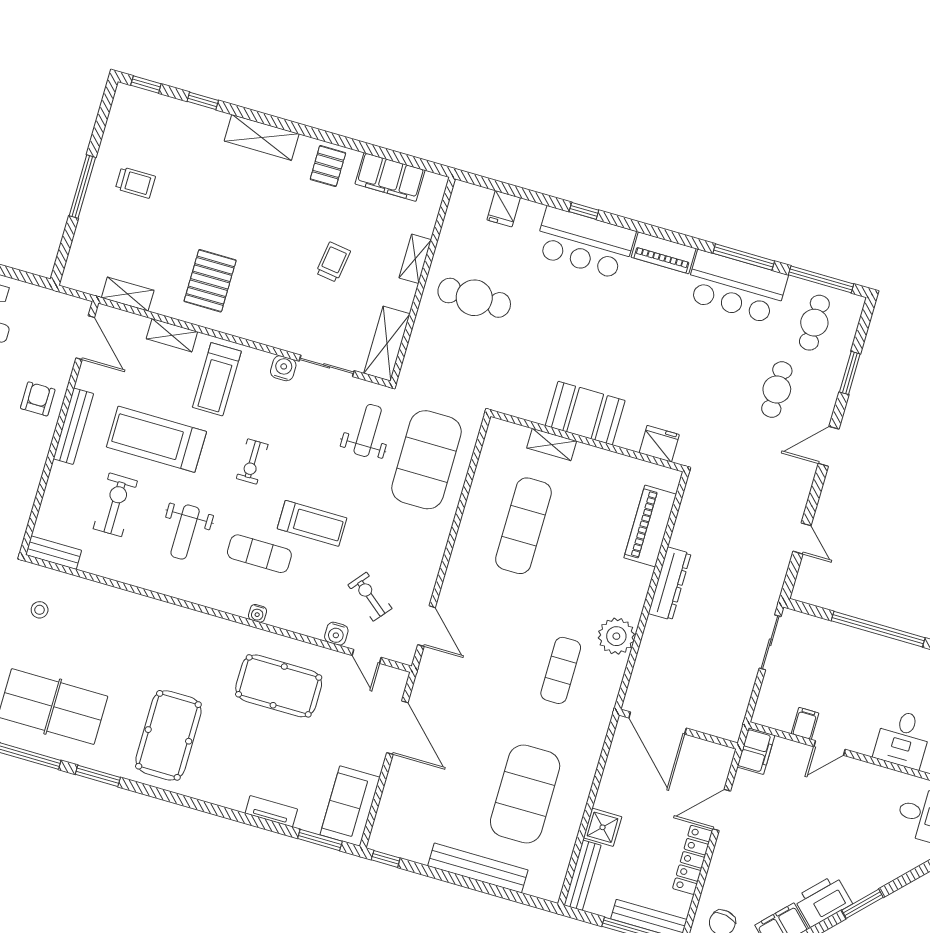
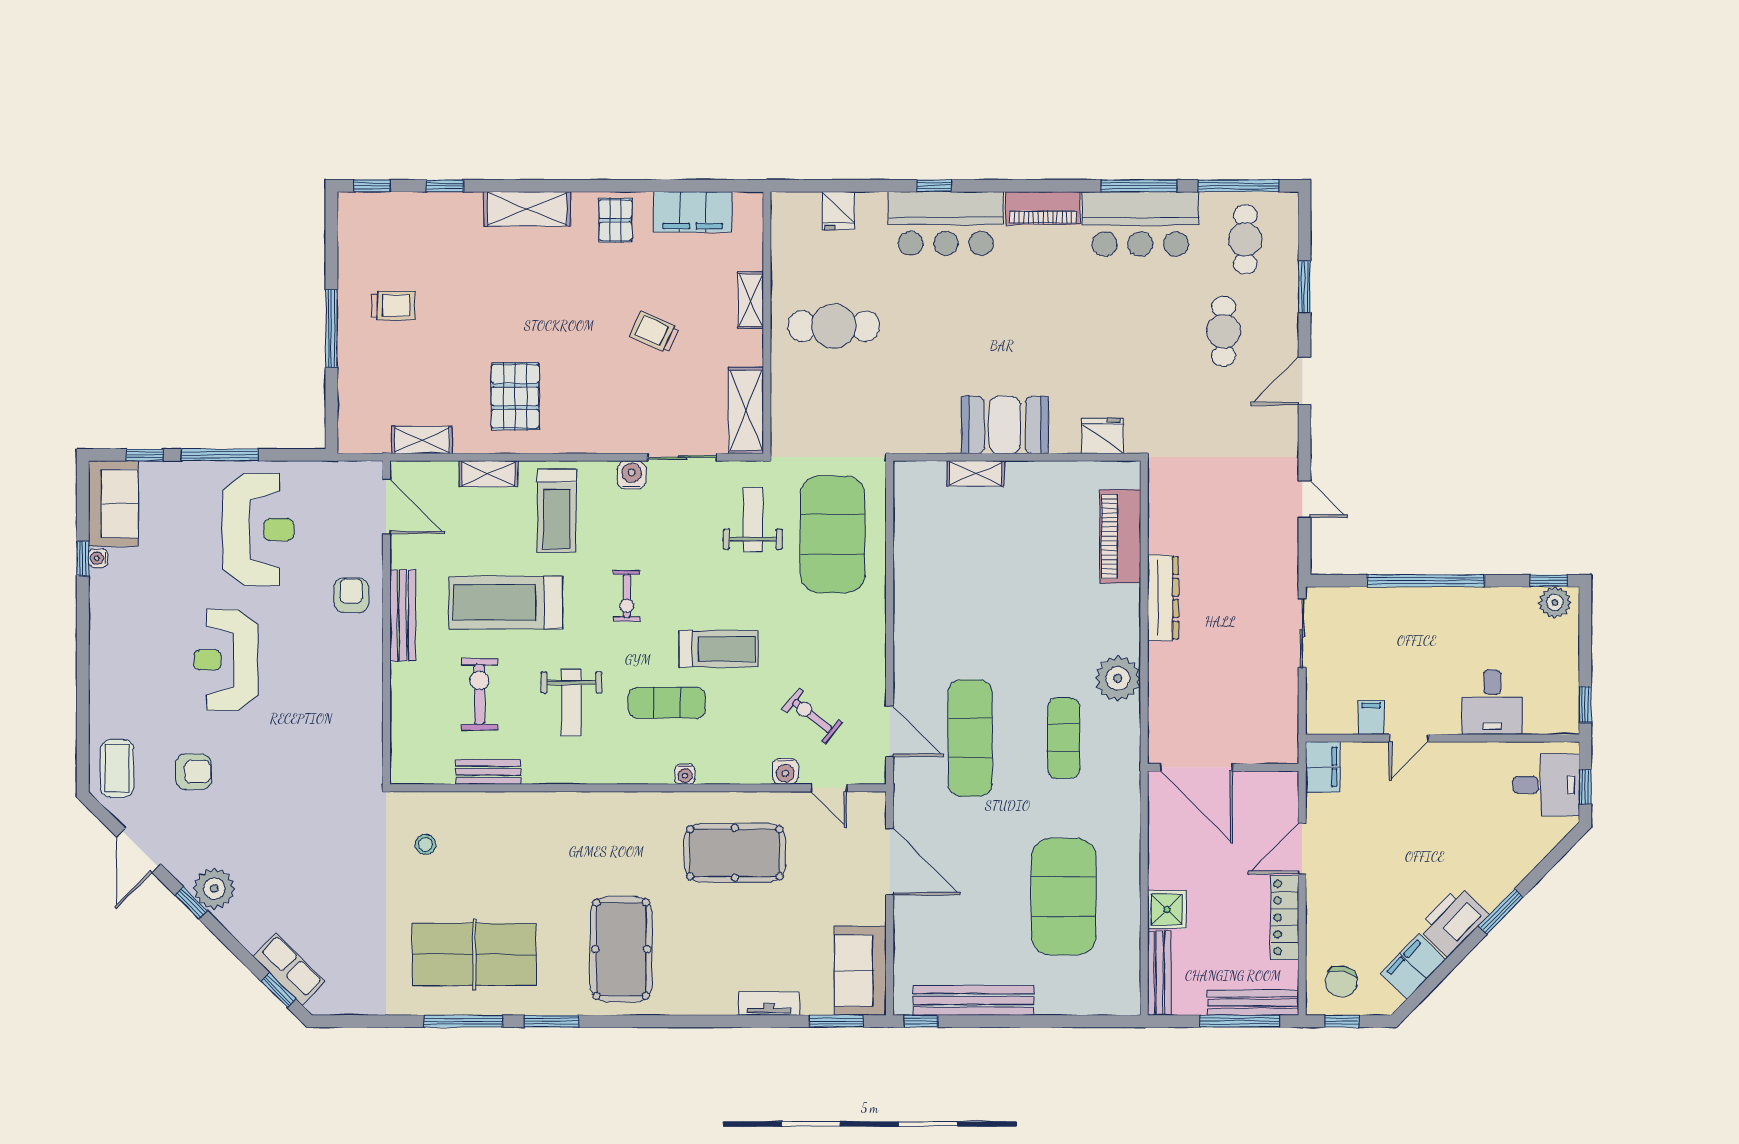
trolley: (333, 262) -> (654, 332), turned -73
exercise mat: (523, 526) -> (970, 738), moved
bench: (53, 553) -> (488, 772), moved
bench: (478, 868) -> (974, 1000), moved

